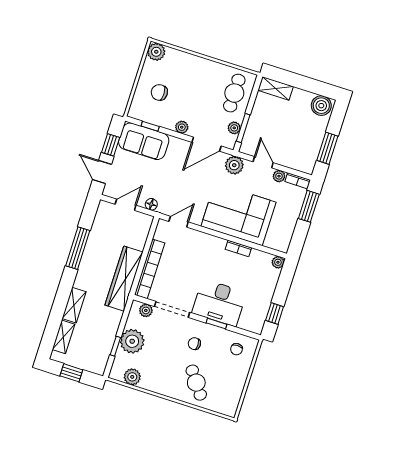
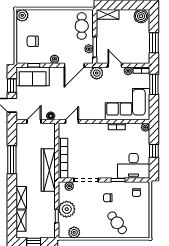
corner sofa: (239, 214) -> (127, 104), moved
desk: (219, 303) -> (134, 166), moved
window: (275, 314) -> (154, 151), moved

